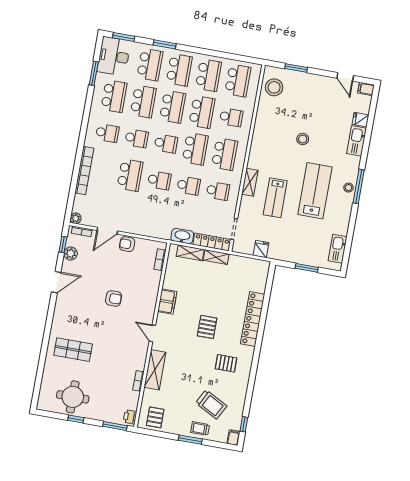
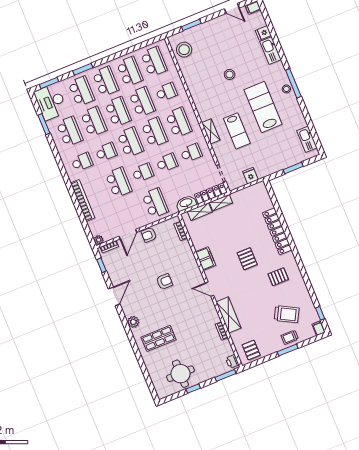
school desk: (166, 144) -> (130, 142), width x1.85
school desk: (153, 217) -> (155, 203), added
plant: (71, 254) -> (133, 322), moved

